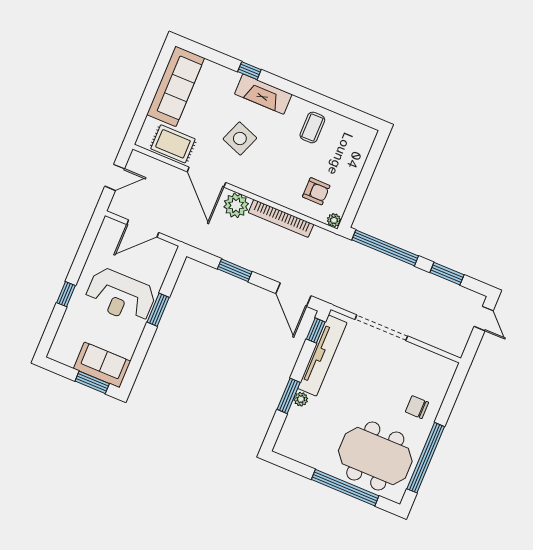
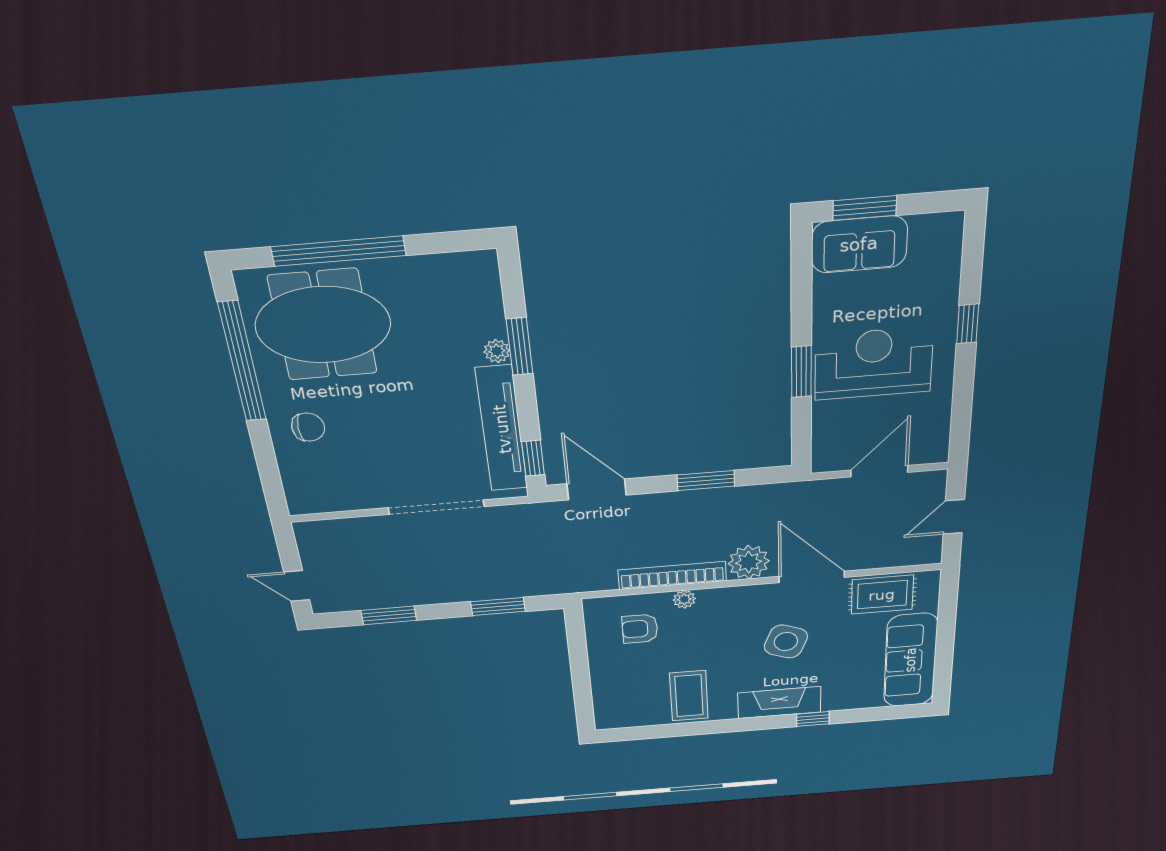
coffee table: (312, 127) -> (689, 696), width x1.36, depth x1.30
plant: (334, 220) -> (684, 599), moved
window: (385, 248) -> (498, 607), width x0.47

